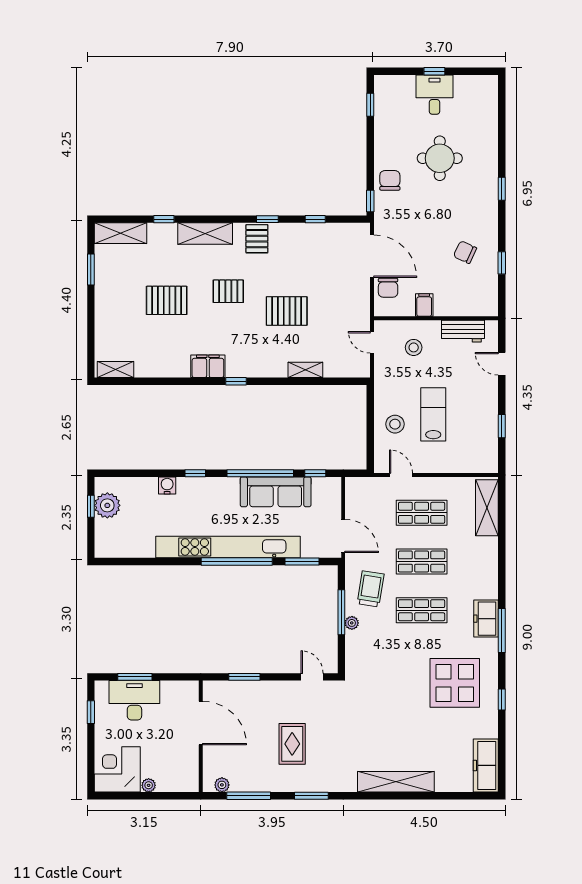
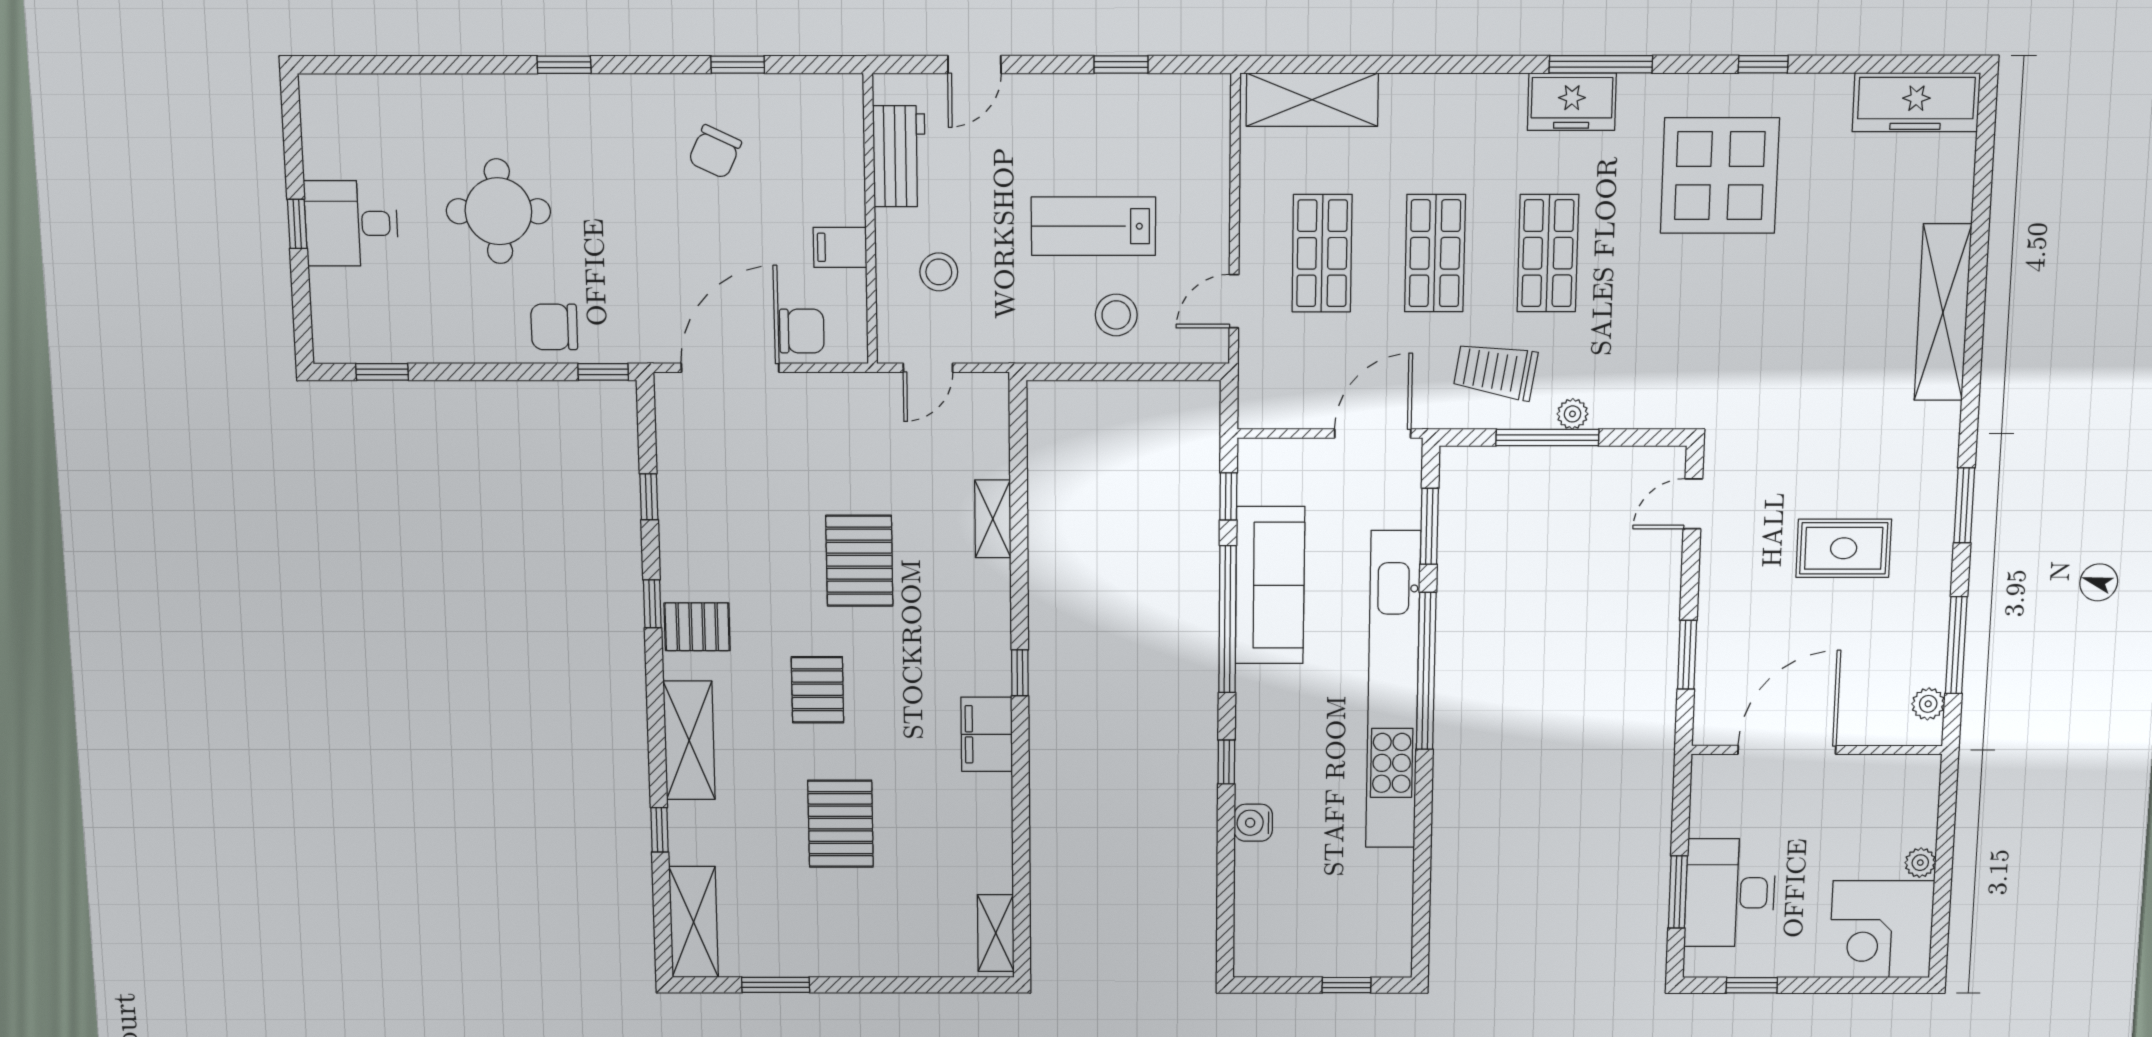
plant: (107, 505) -> (1296, 950), removed
window: (91, 506) -> (1347, 985), moved

